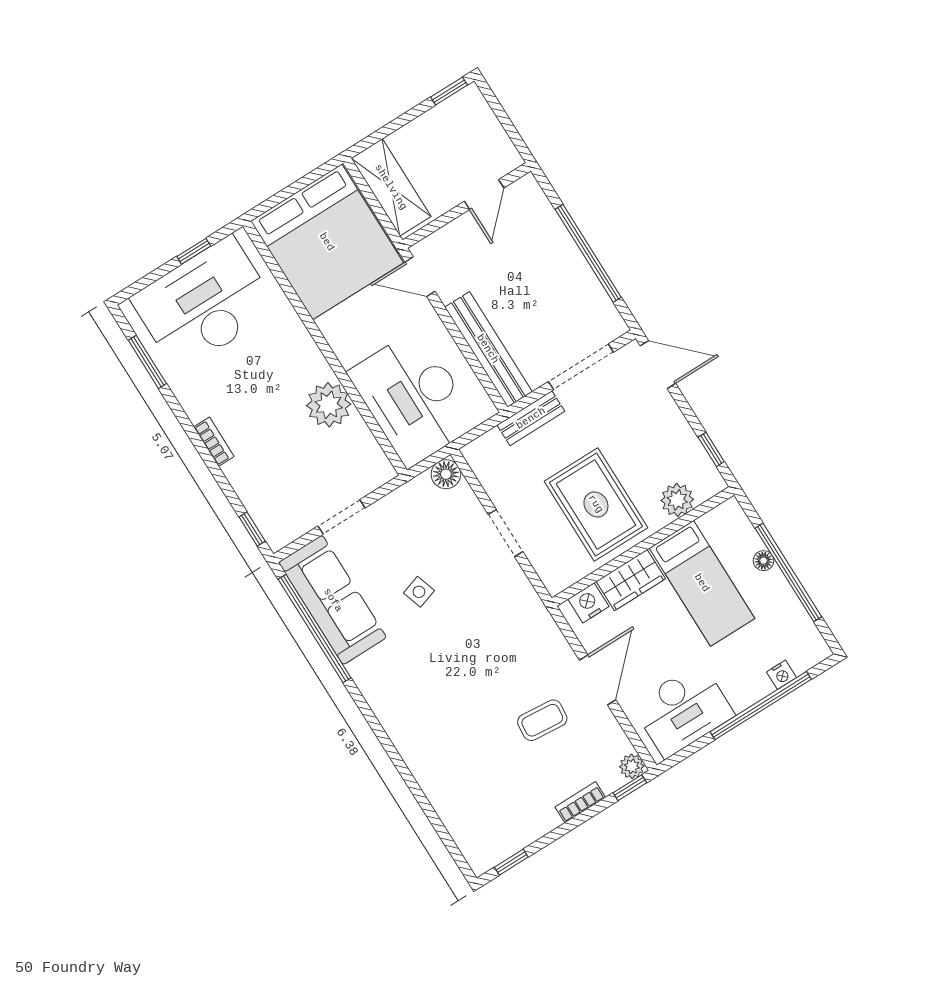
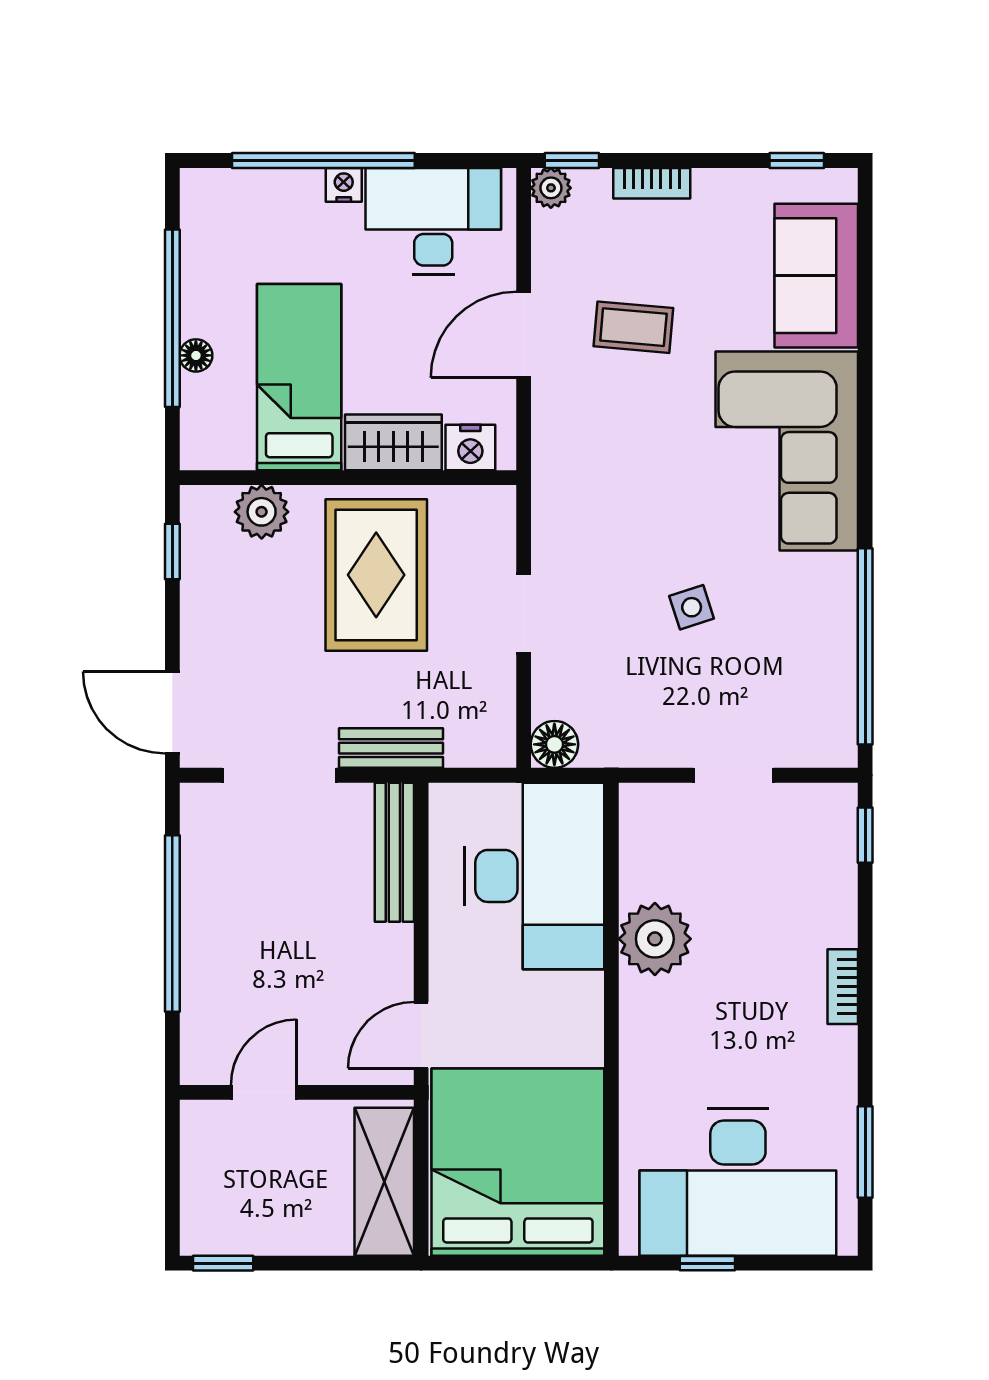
door: (420, 277) -> (421, 1035), swing flipped
bench: (488, 349) -> (394, 852), width x0.73, depth x0.82
sofa: (333, 600) -> (816, 276), moved, width x0.73
nightstand: (782, 675) -> (344, 185), moved
corner sofa: (420, 706) -> (787, 451), added

